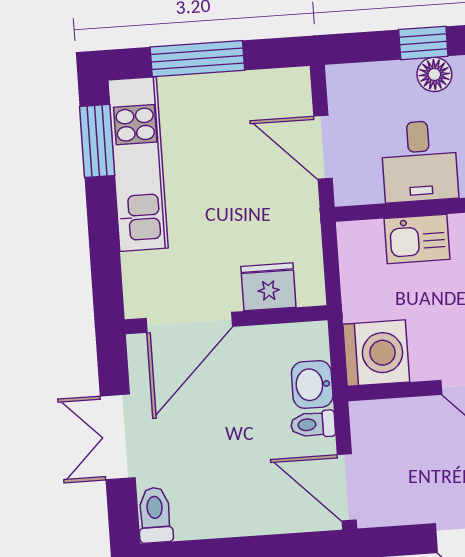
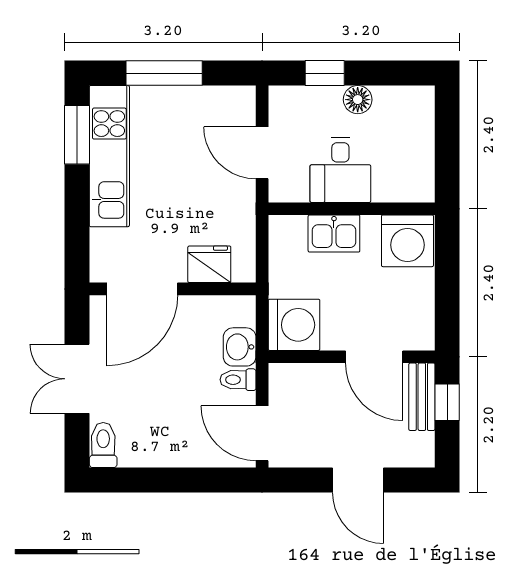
window: (423, 43) -> (325, 73), moved

